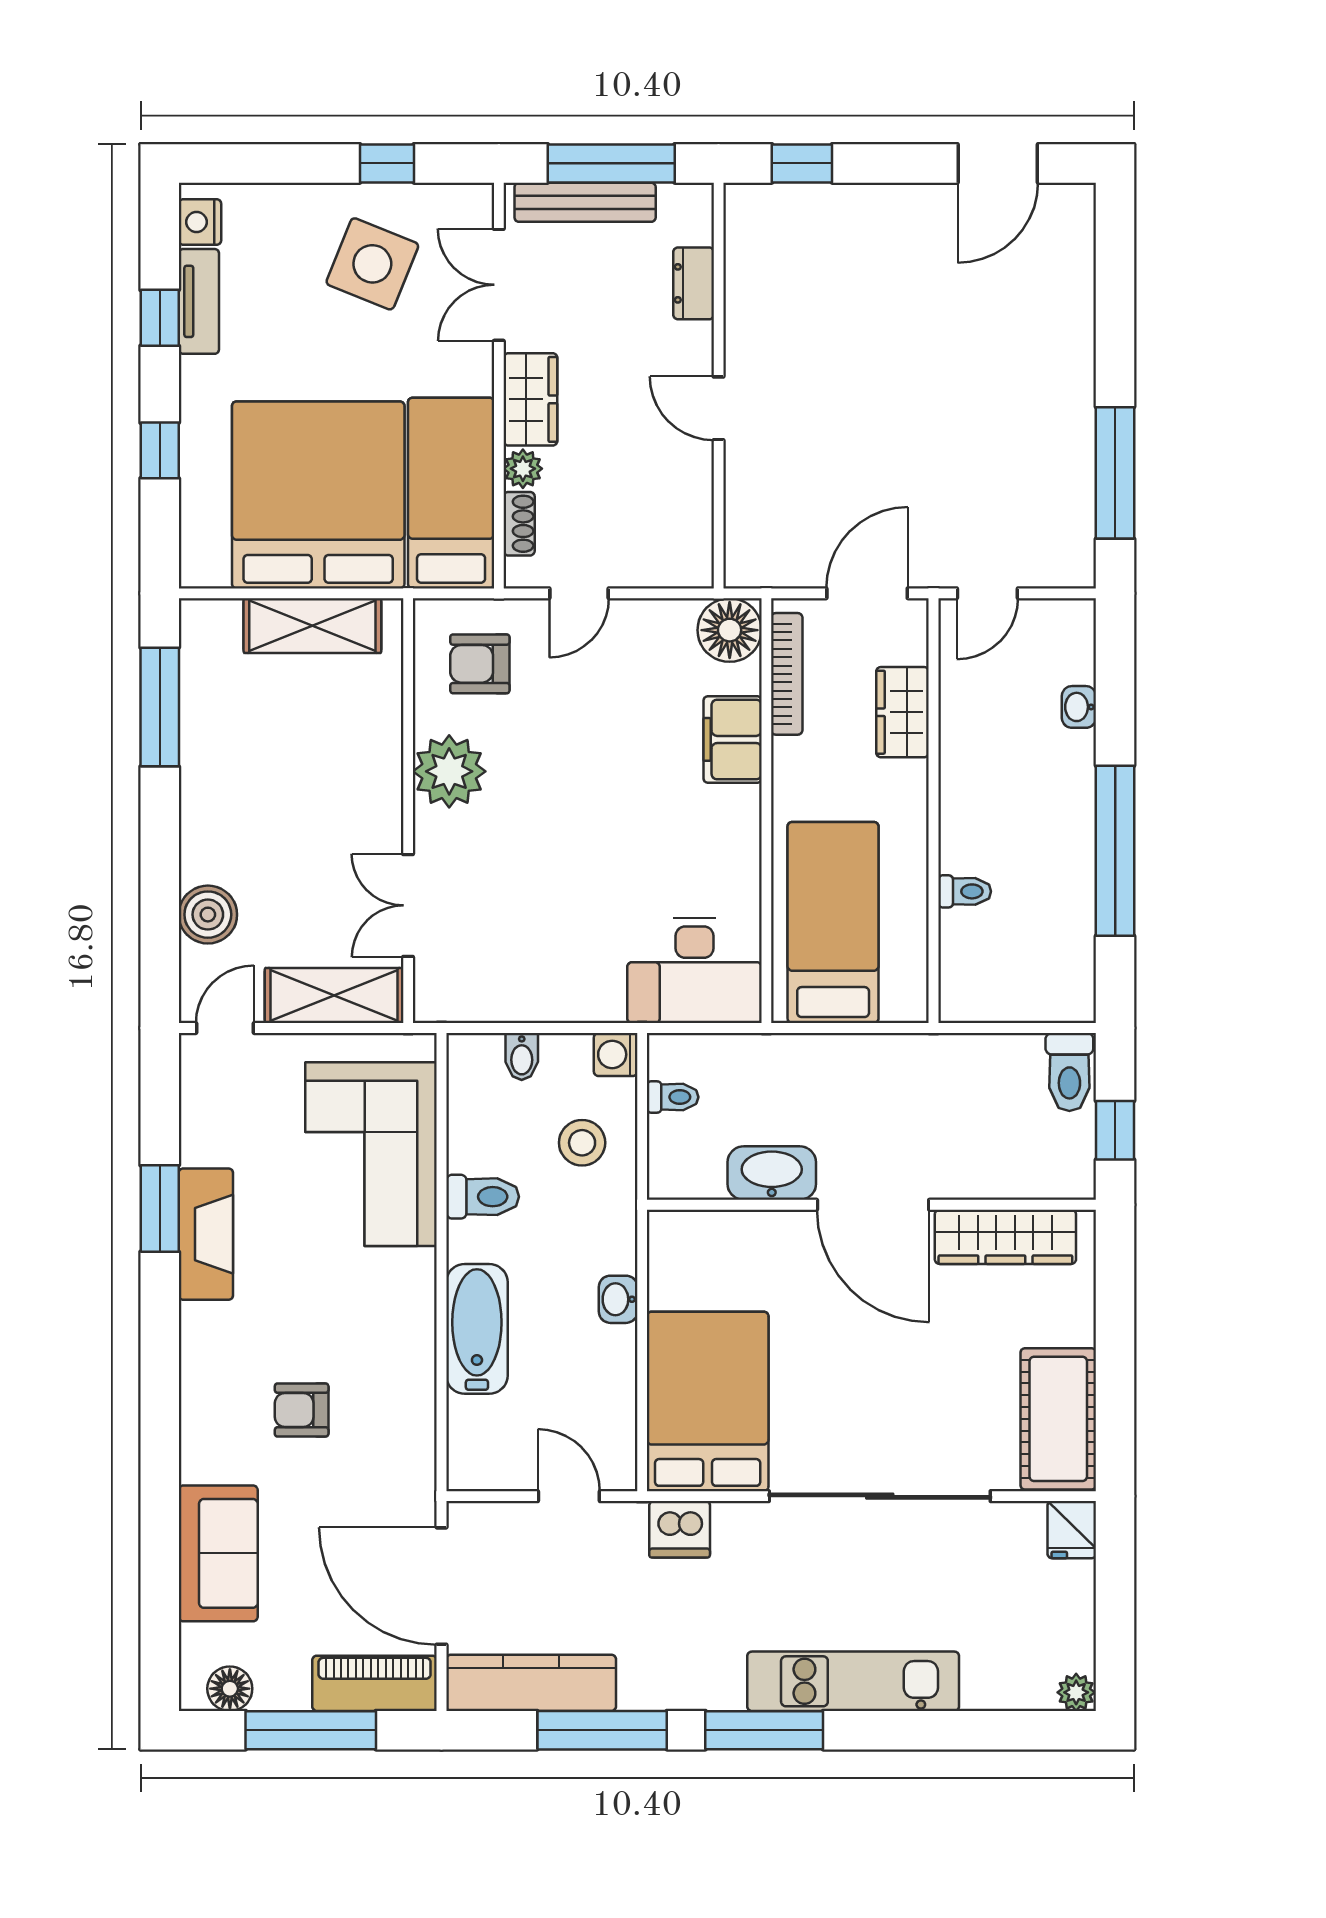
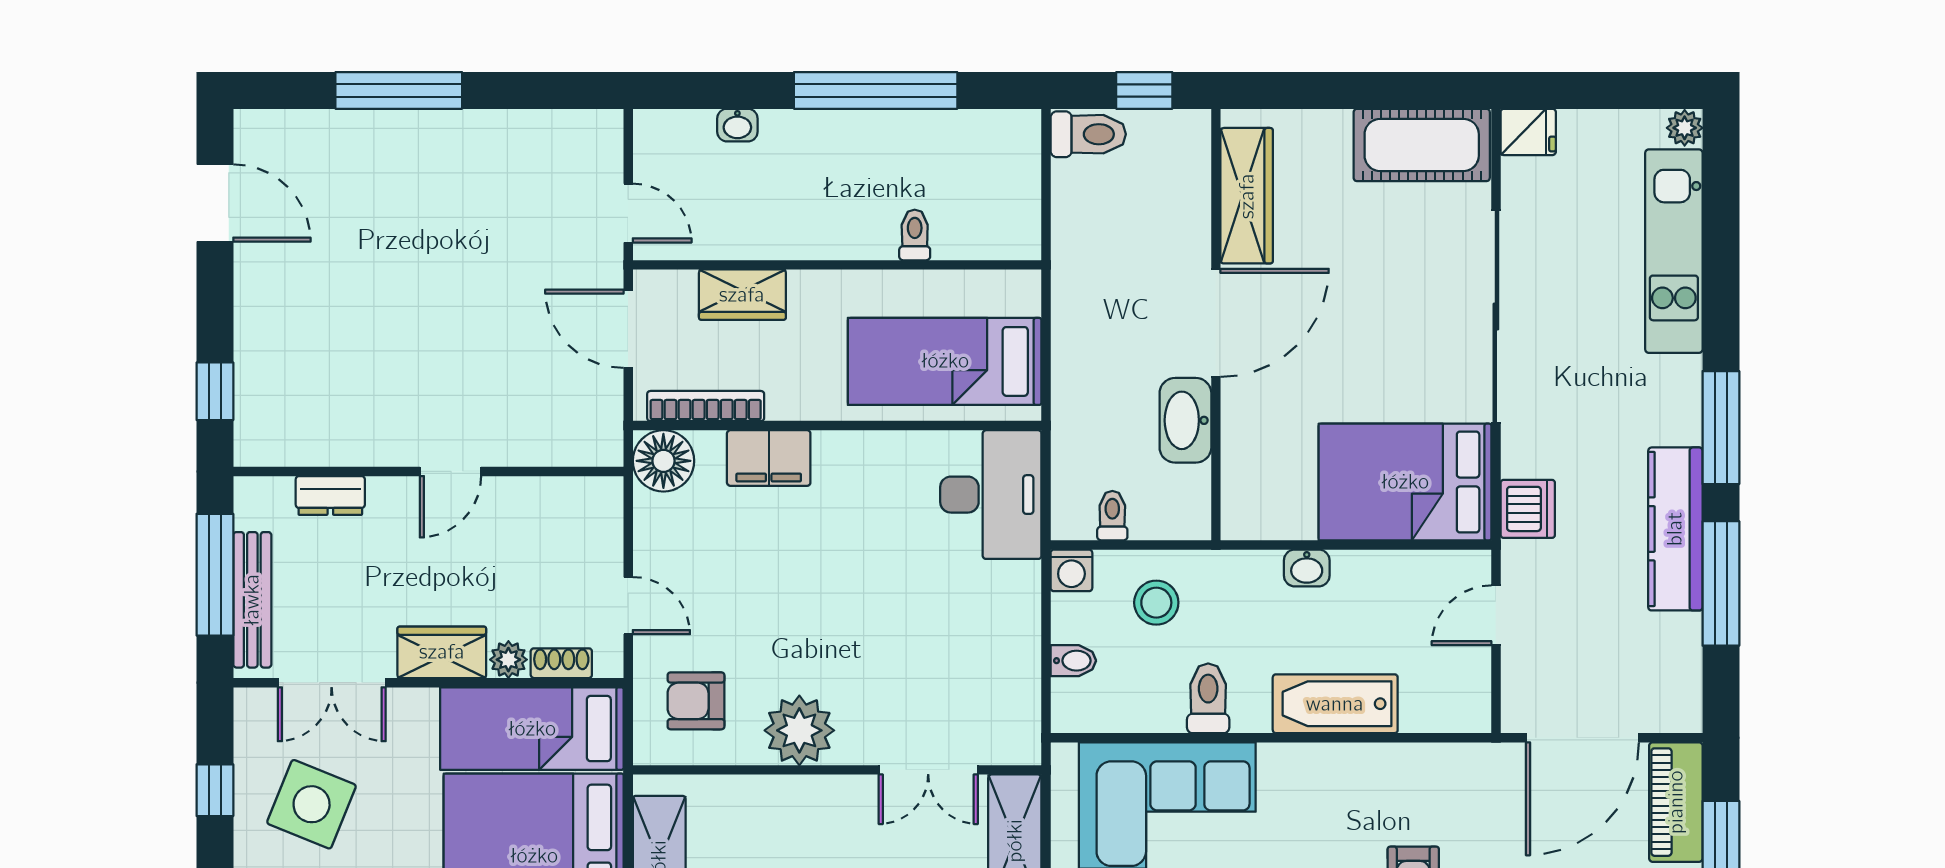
window: (1115, 473) -> (399, 90), moved
armchair: (480, 664) -> (696, 701), turned 90
kitchen unit: (853, 1681) -> (1674, 251), moved
kitchen counter: (531, 1683) -> (1675, 529), moved

